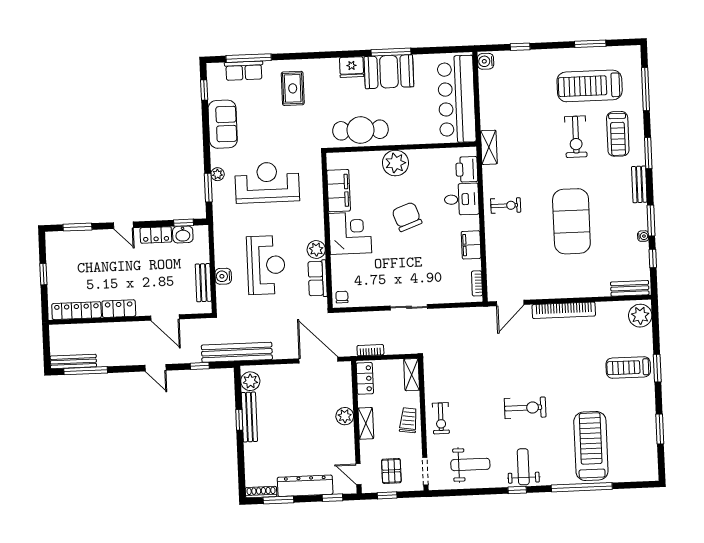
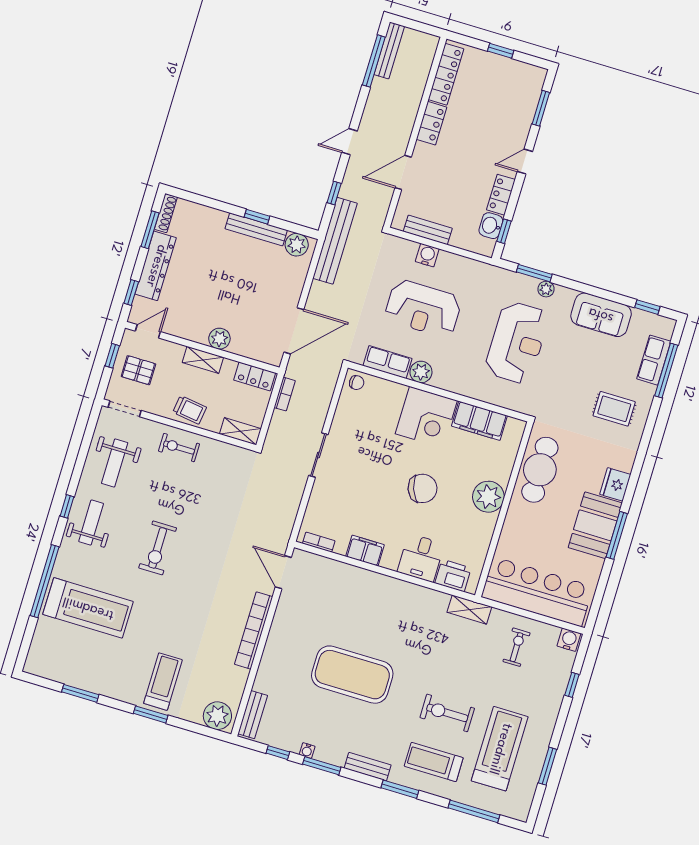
exercise bike: (506, 205) -> (516, 647), moved, turned 180
weight bench: (523, 467) -> (91, 522), turned -90

